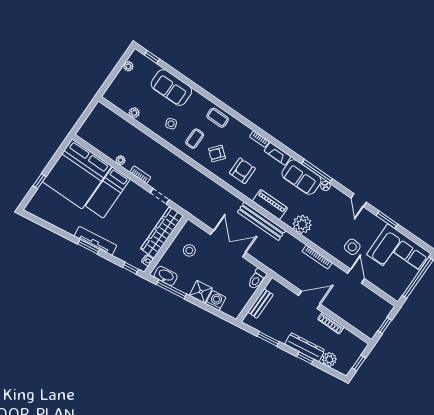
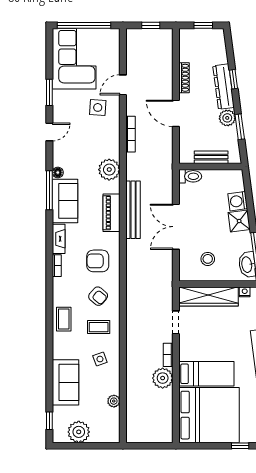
plant: (128, 66) -> (79, 432), width x1.88, depth x1.88
plant: (121, 160) -> (163, 378), width x1.87, depth x1.87
plant: (329, 359) -> (227, 118), moved

